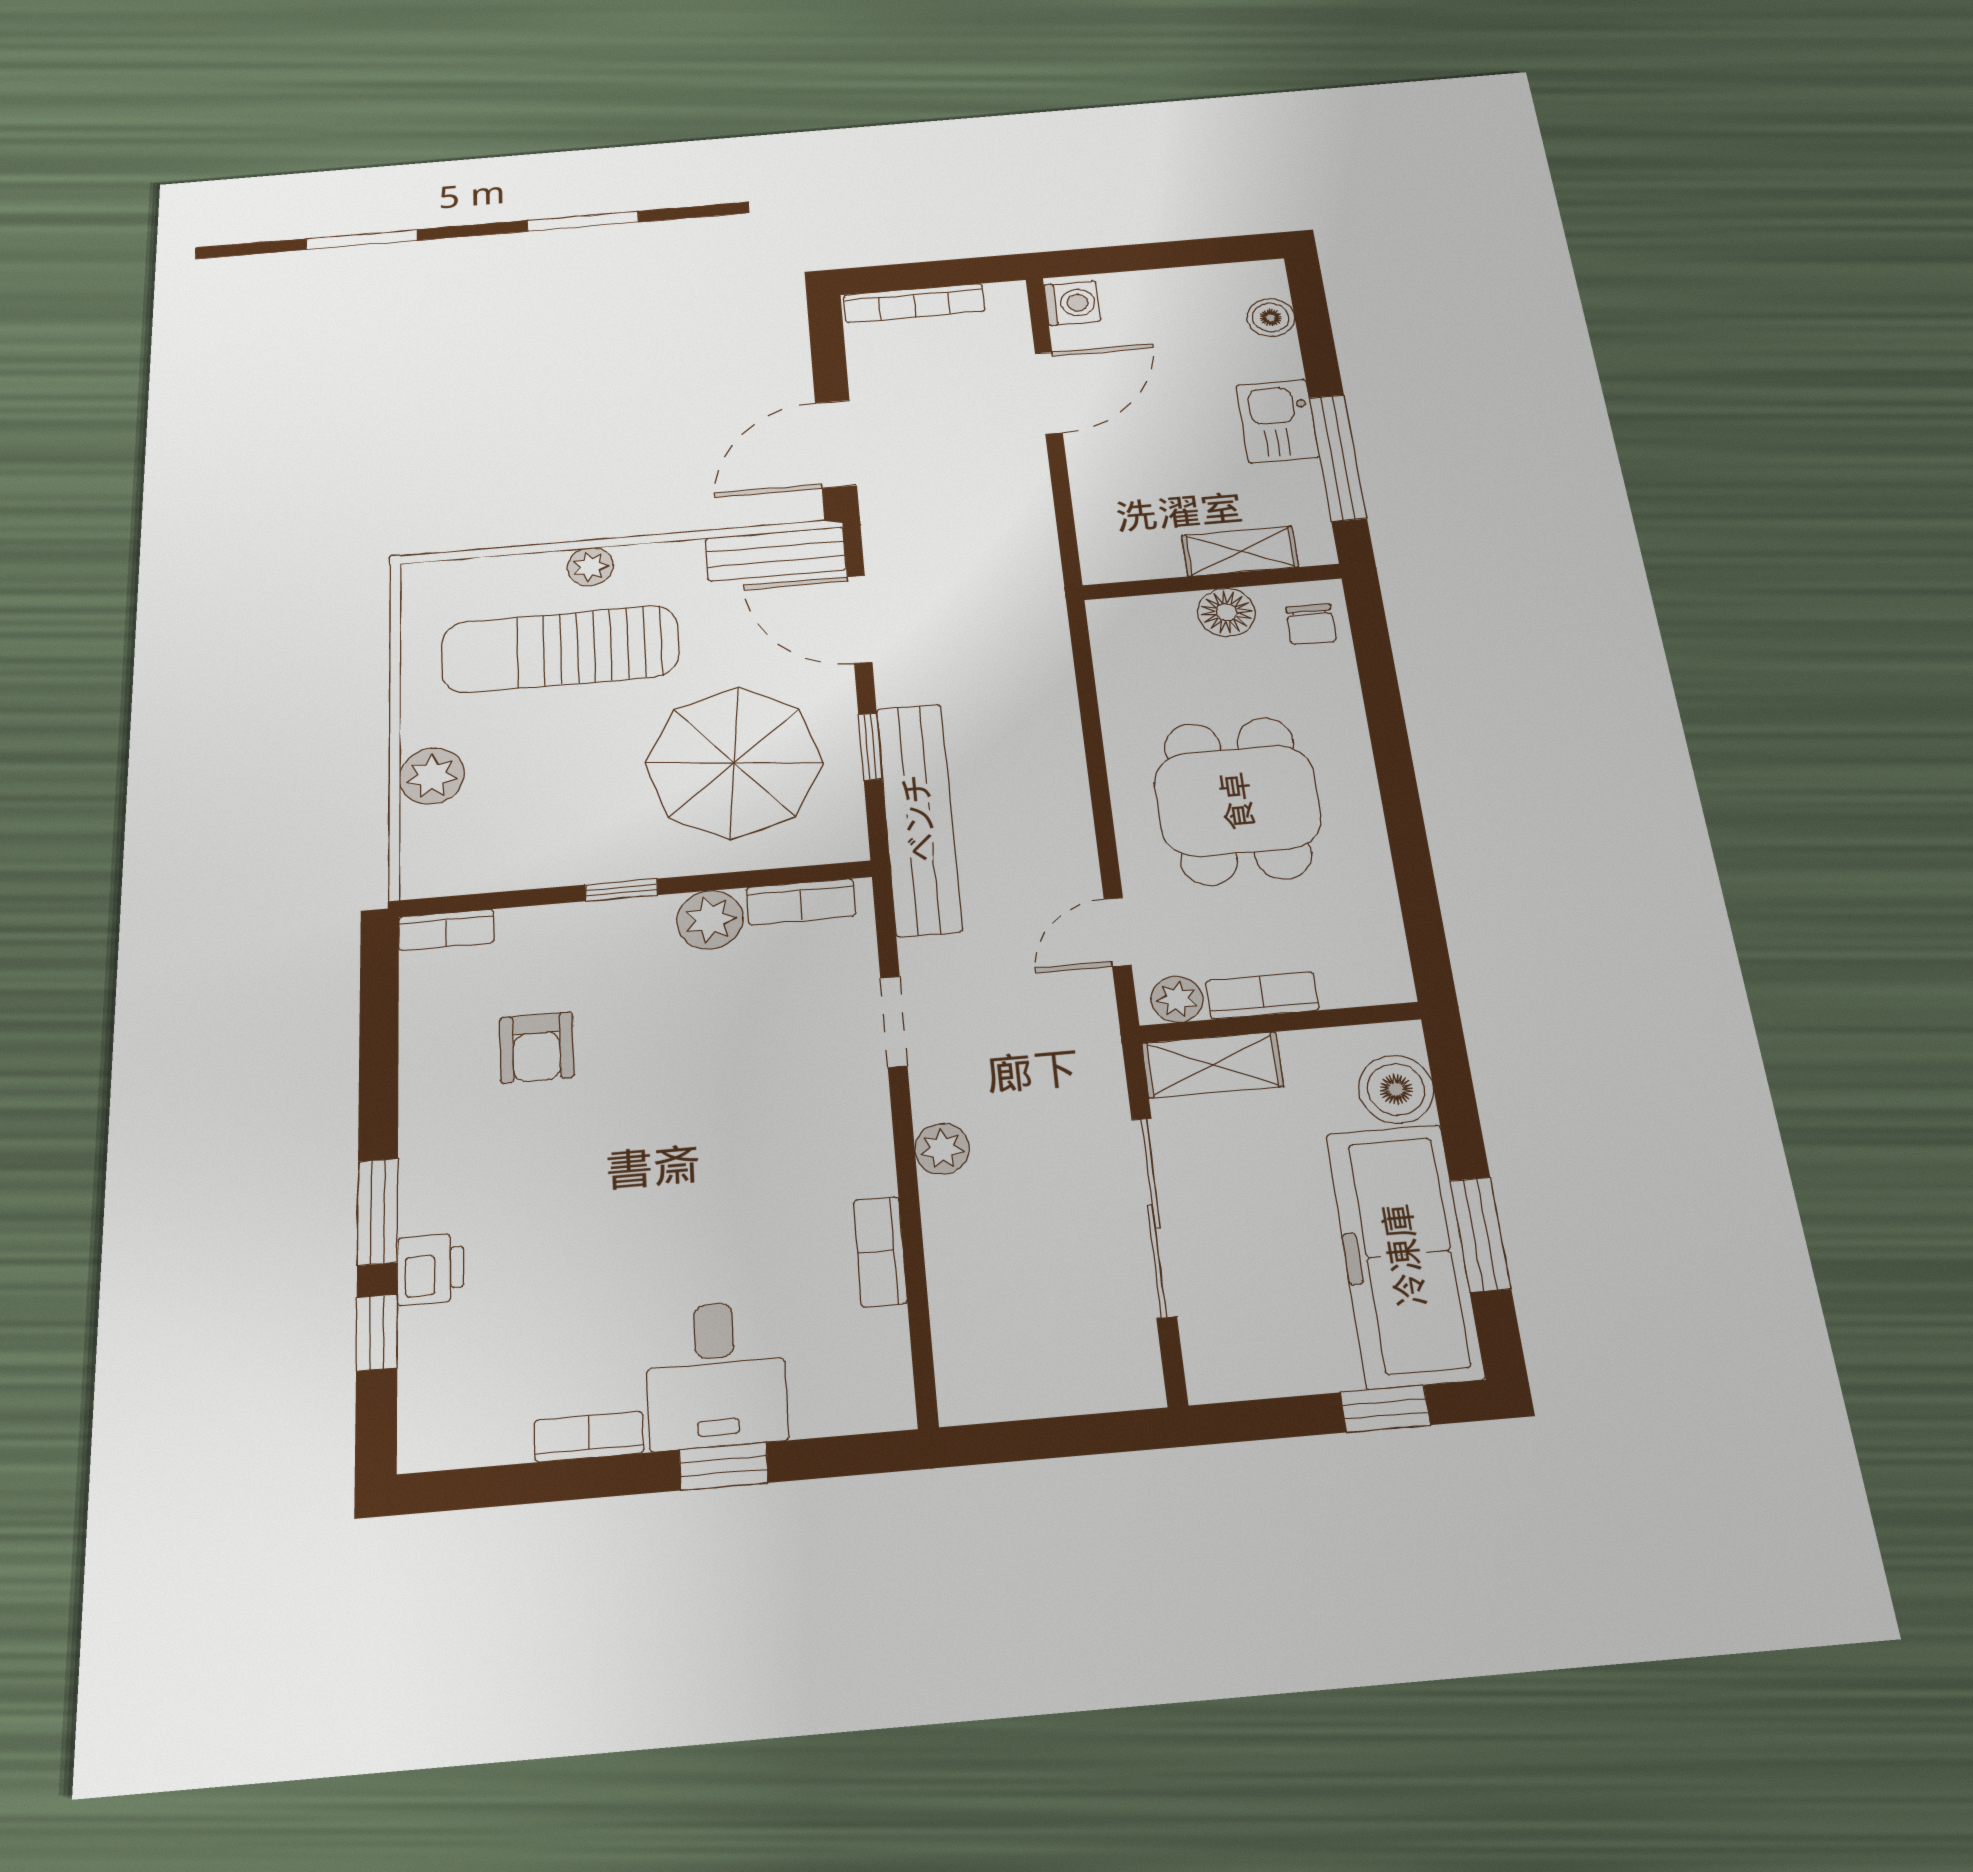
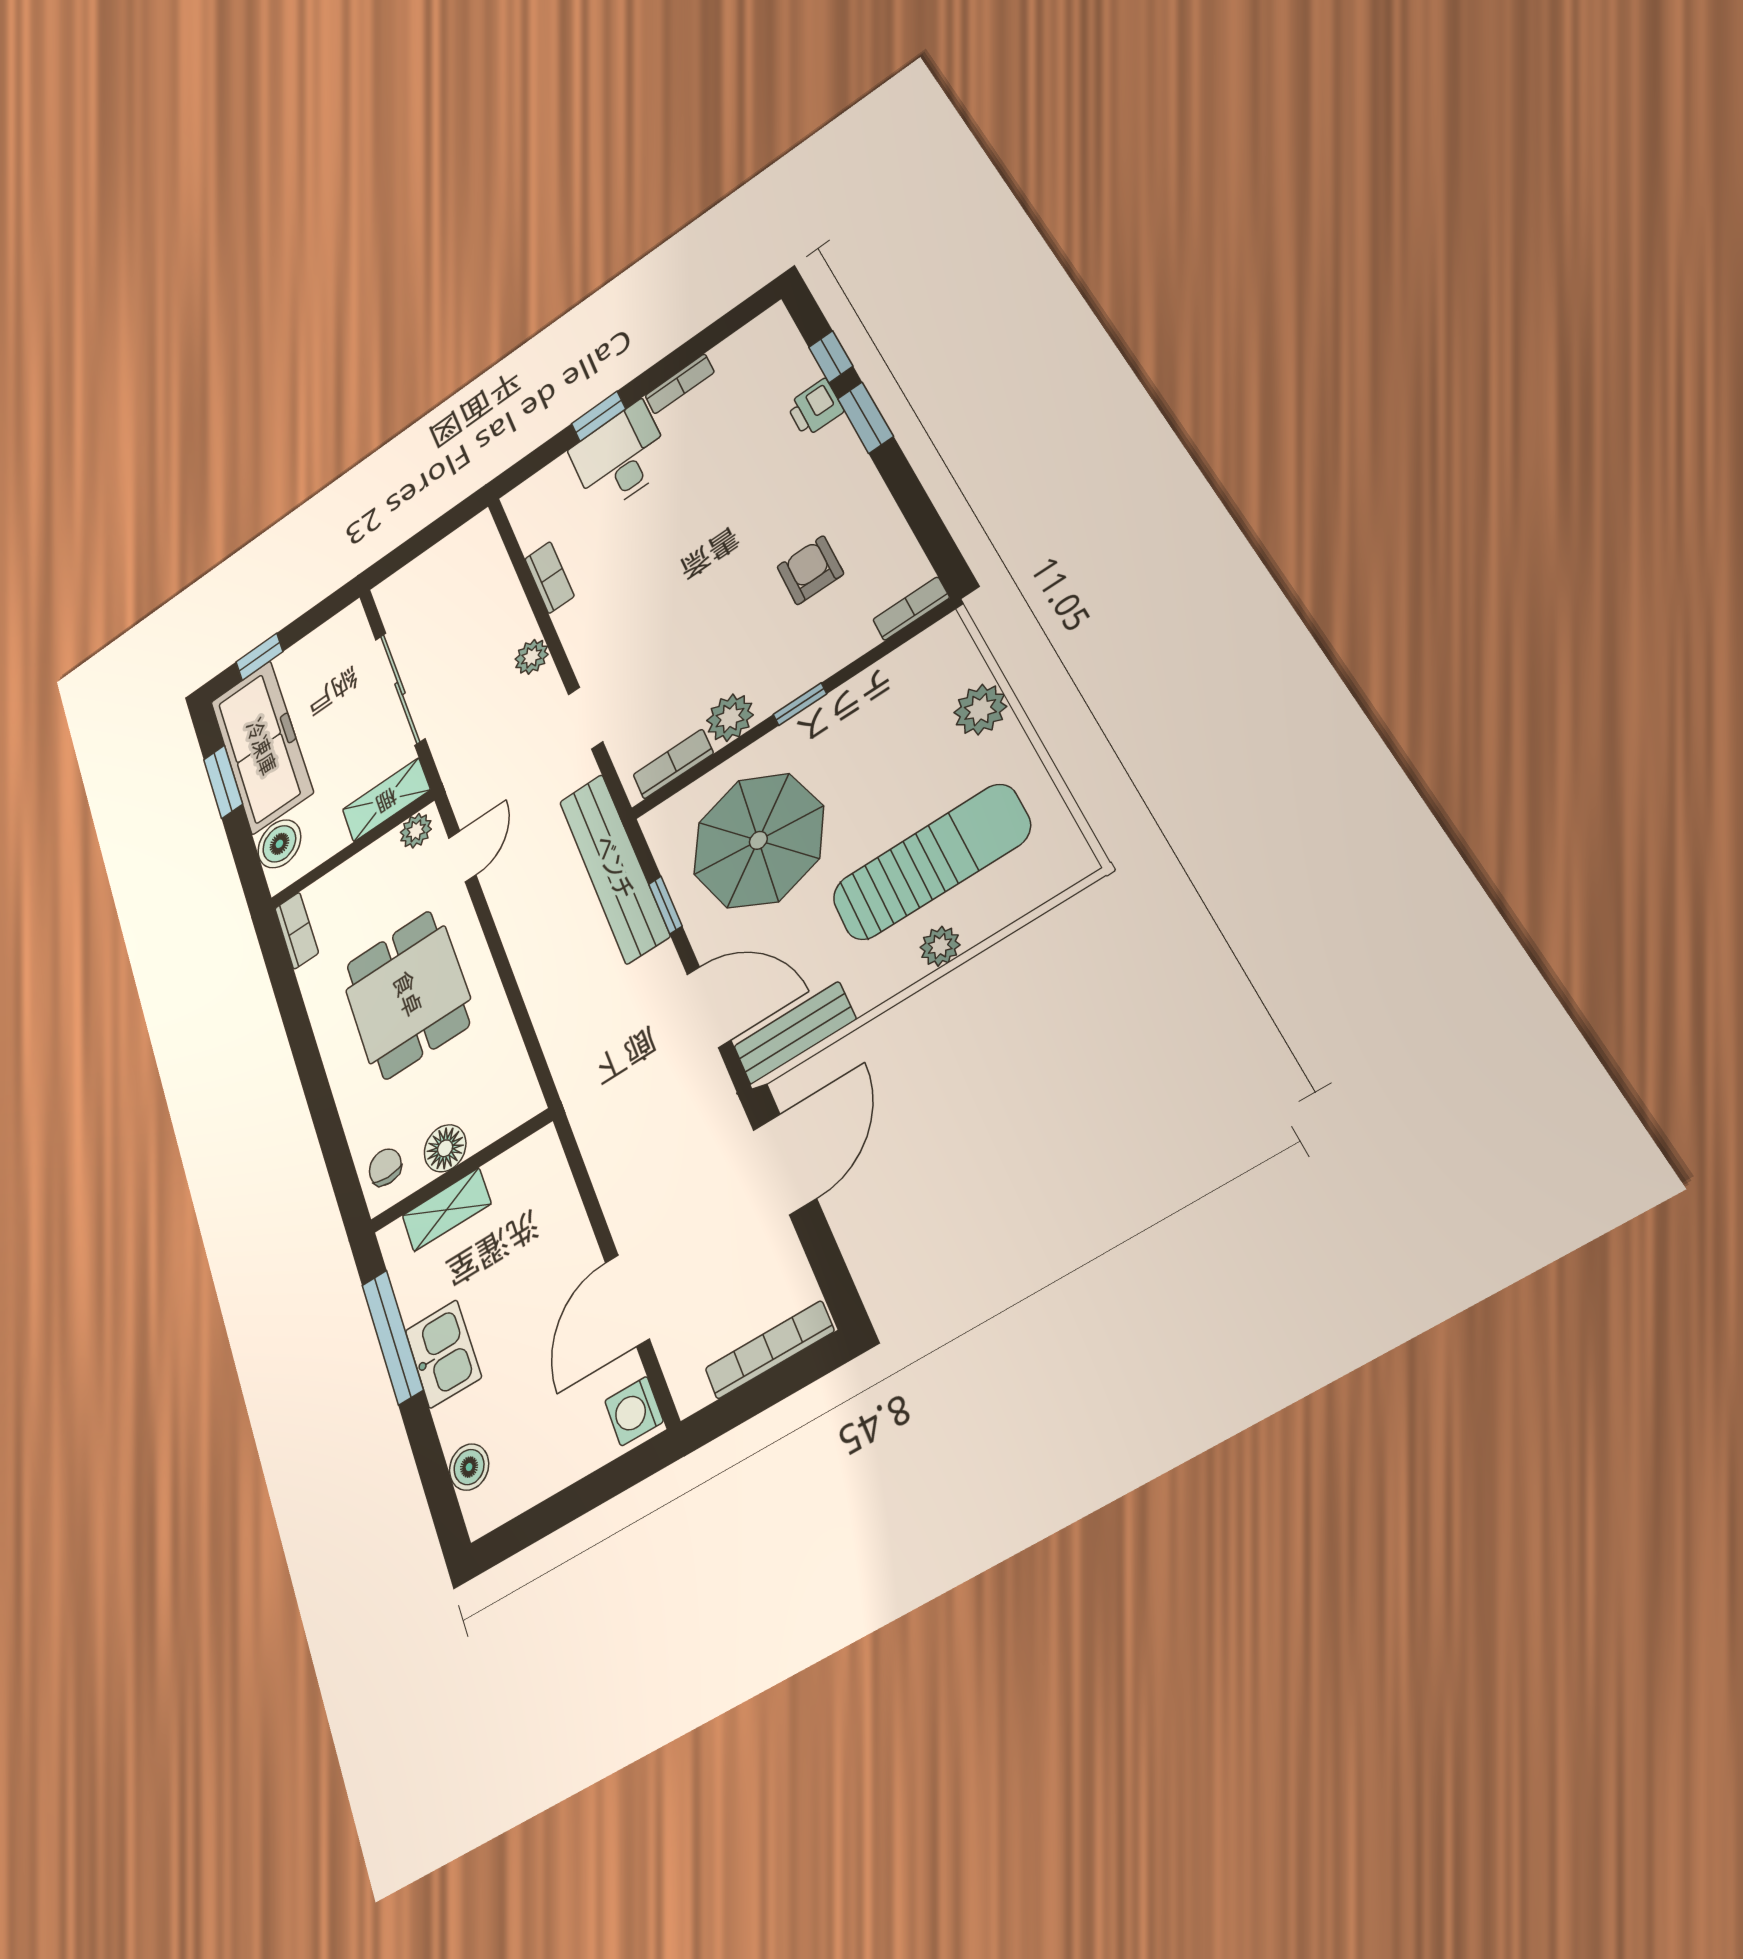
bookcase: (1262, 995) -> (297, 931), moved, turned -90

